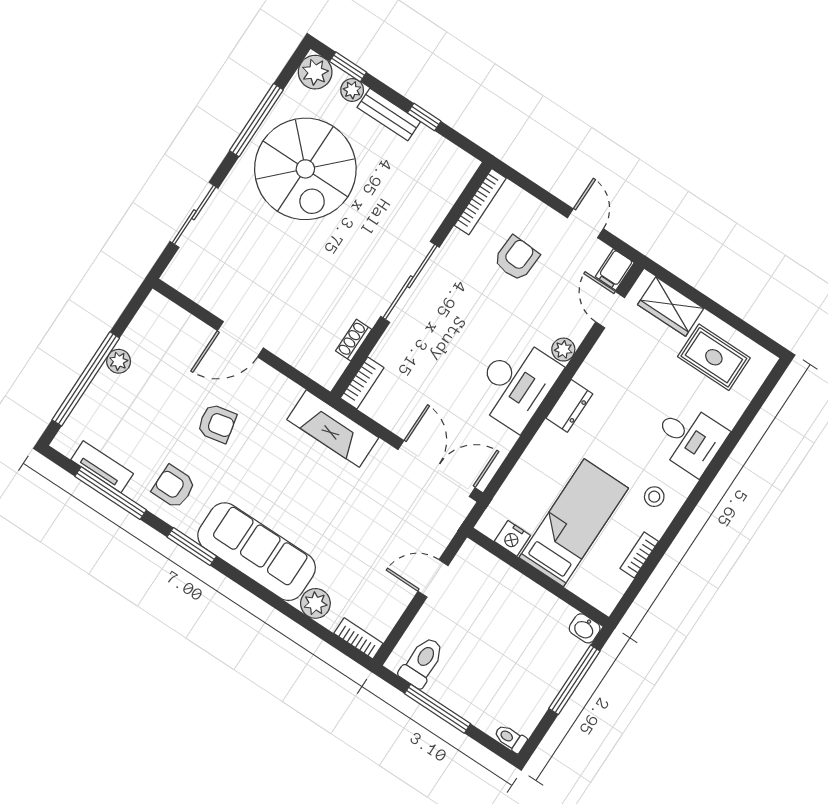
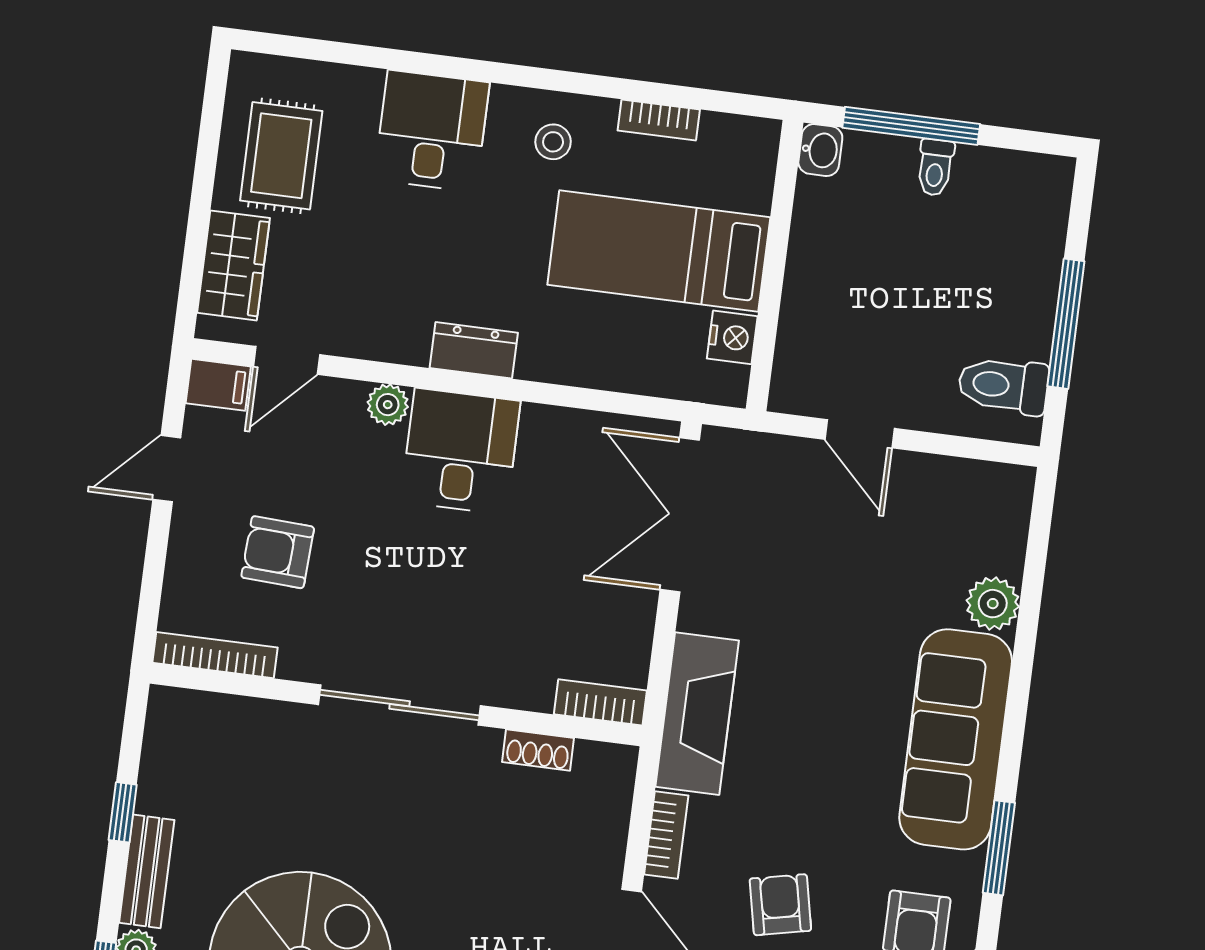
desk: (516, 384) -> (461, 451), width x0.73
bookcase: (358, 638) -> (666, 835), moved, turned 180
toilet: (510, 738) -> (935, 167), moved

